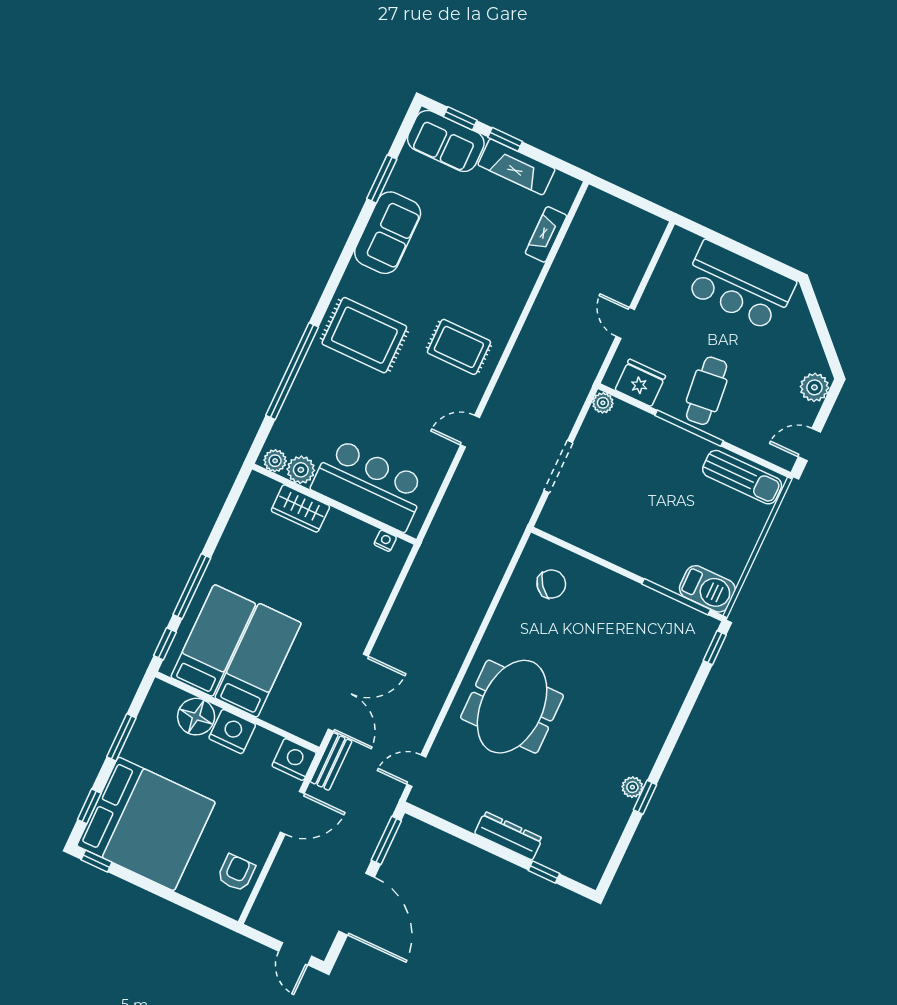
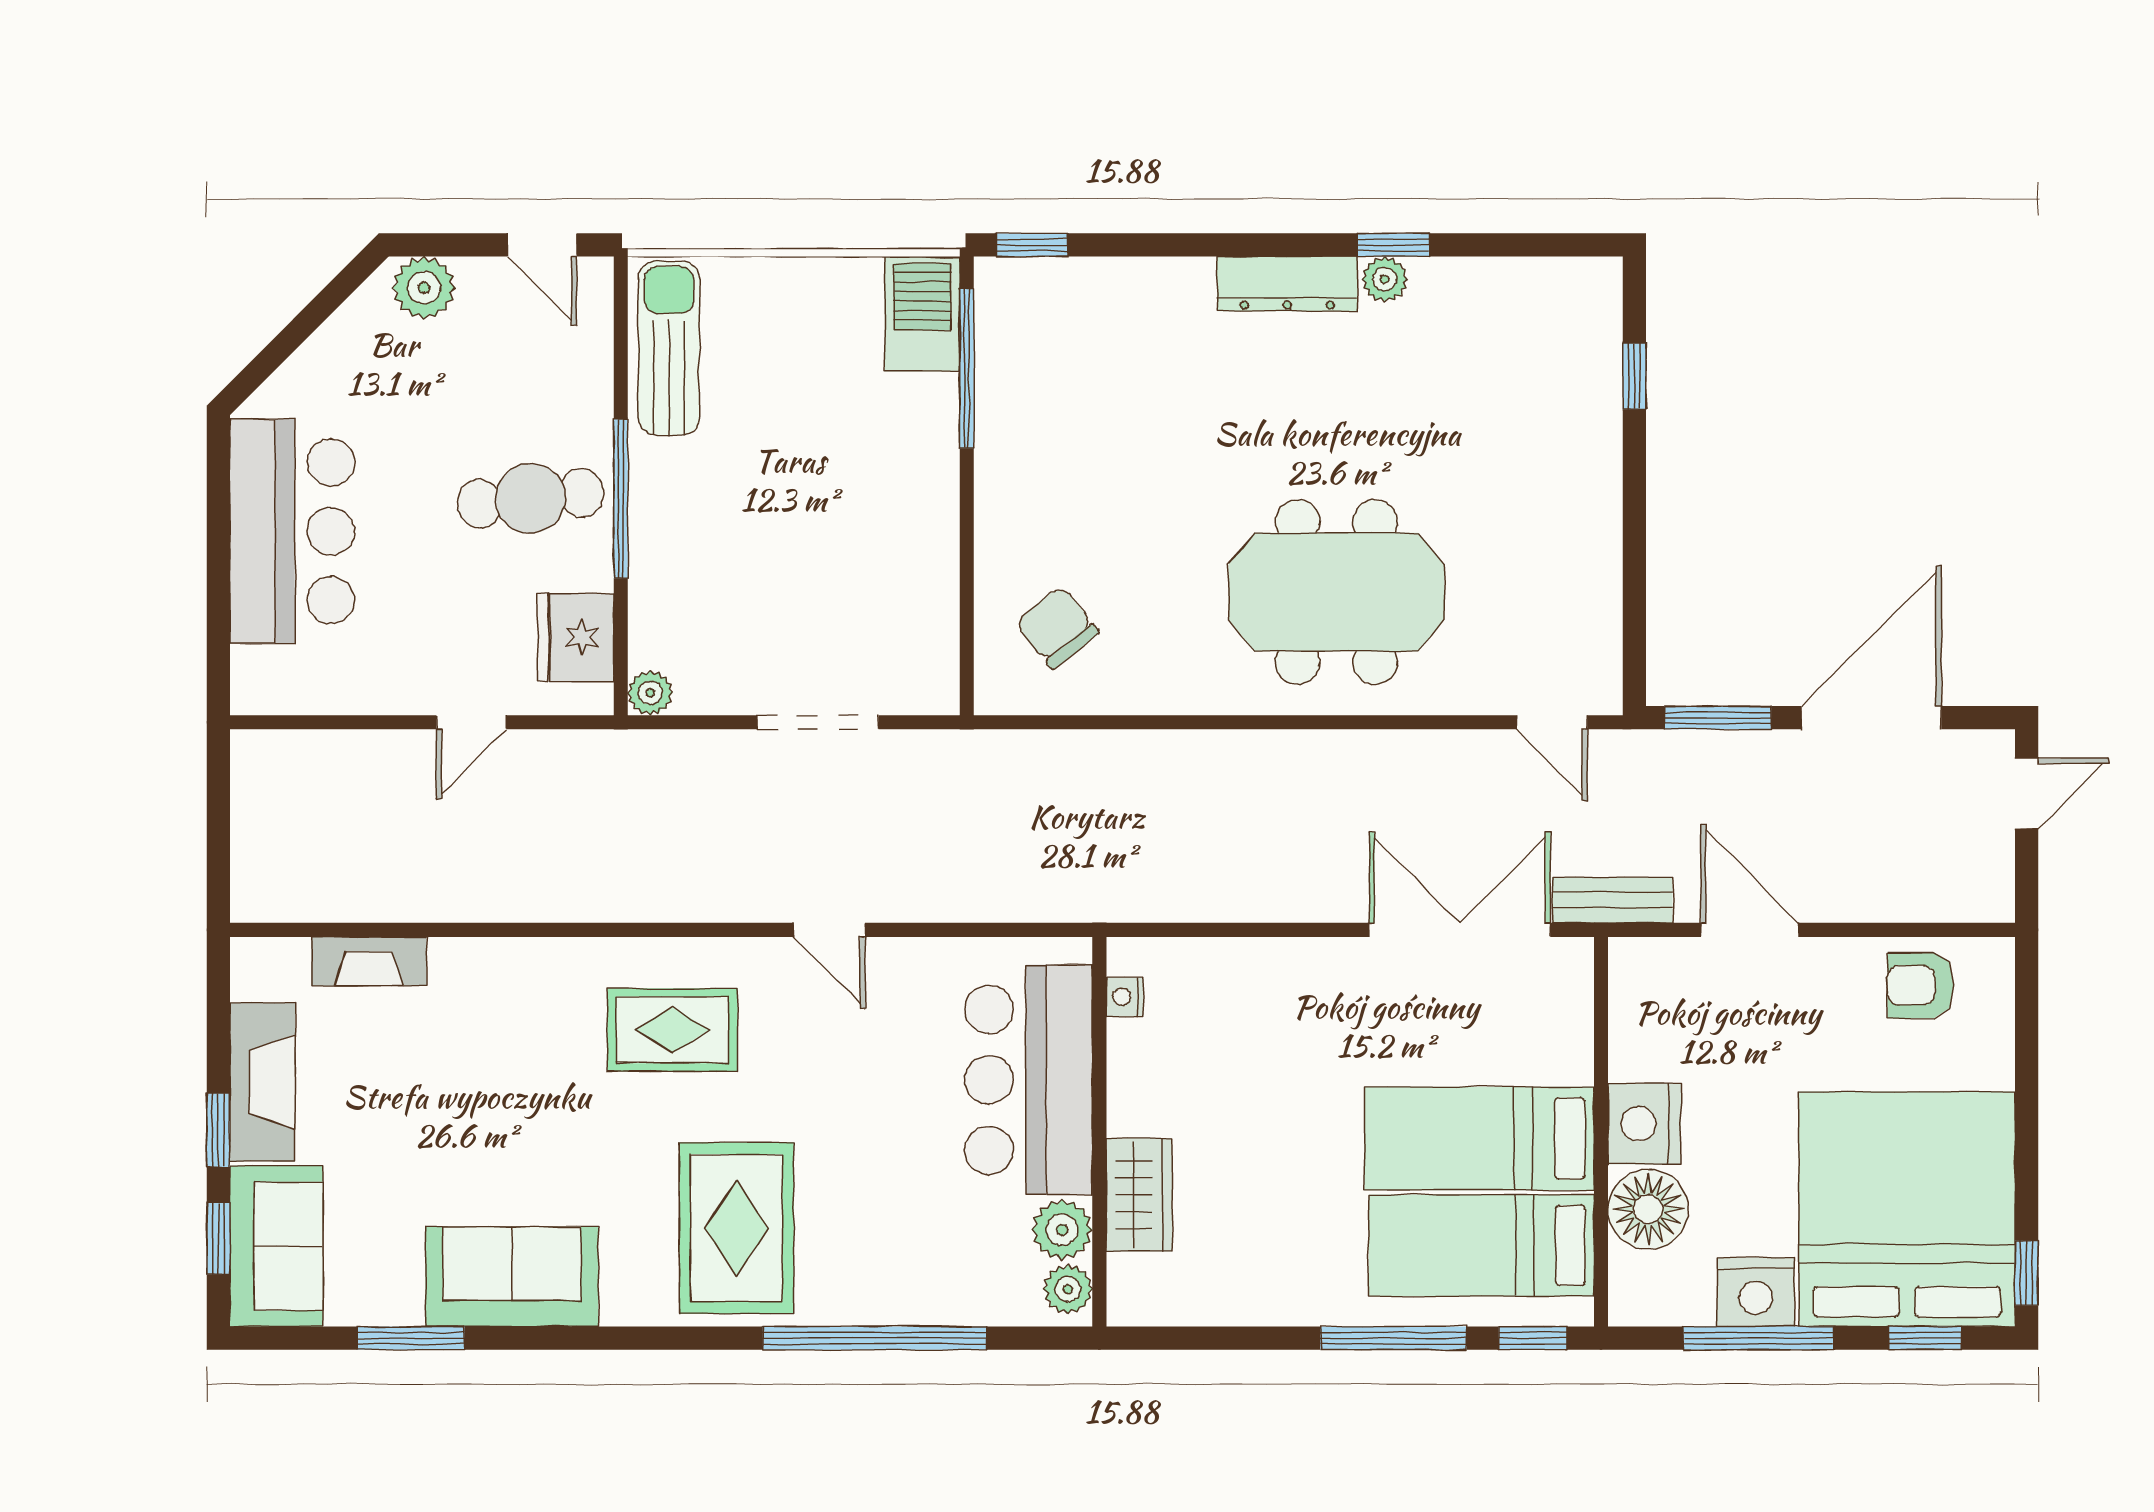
rug: (459, 347) -> (672, 1030), turned 90
window: (121, 737) -> (1758, 1338), width x1.44
nightstand: (294, 759) -> (1756, 1292), moved, turned -90
dresser: (509, 836) -> (1287, 284), moved, turned -90

